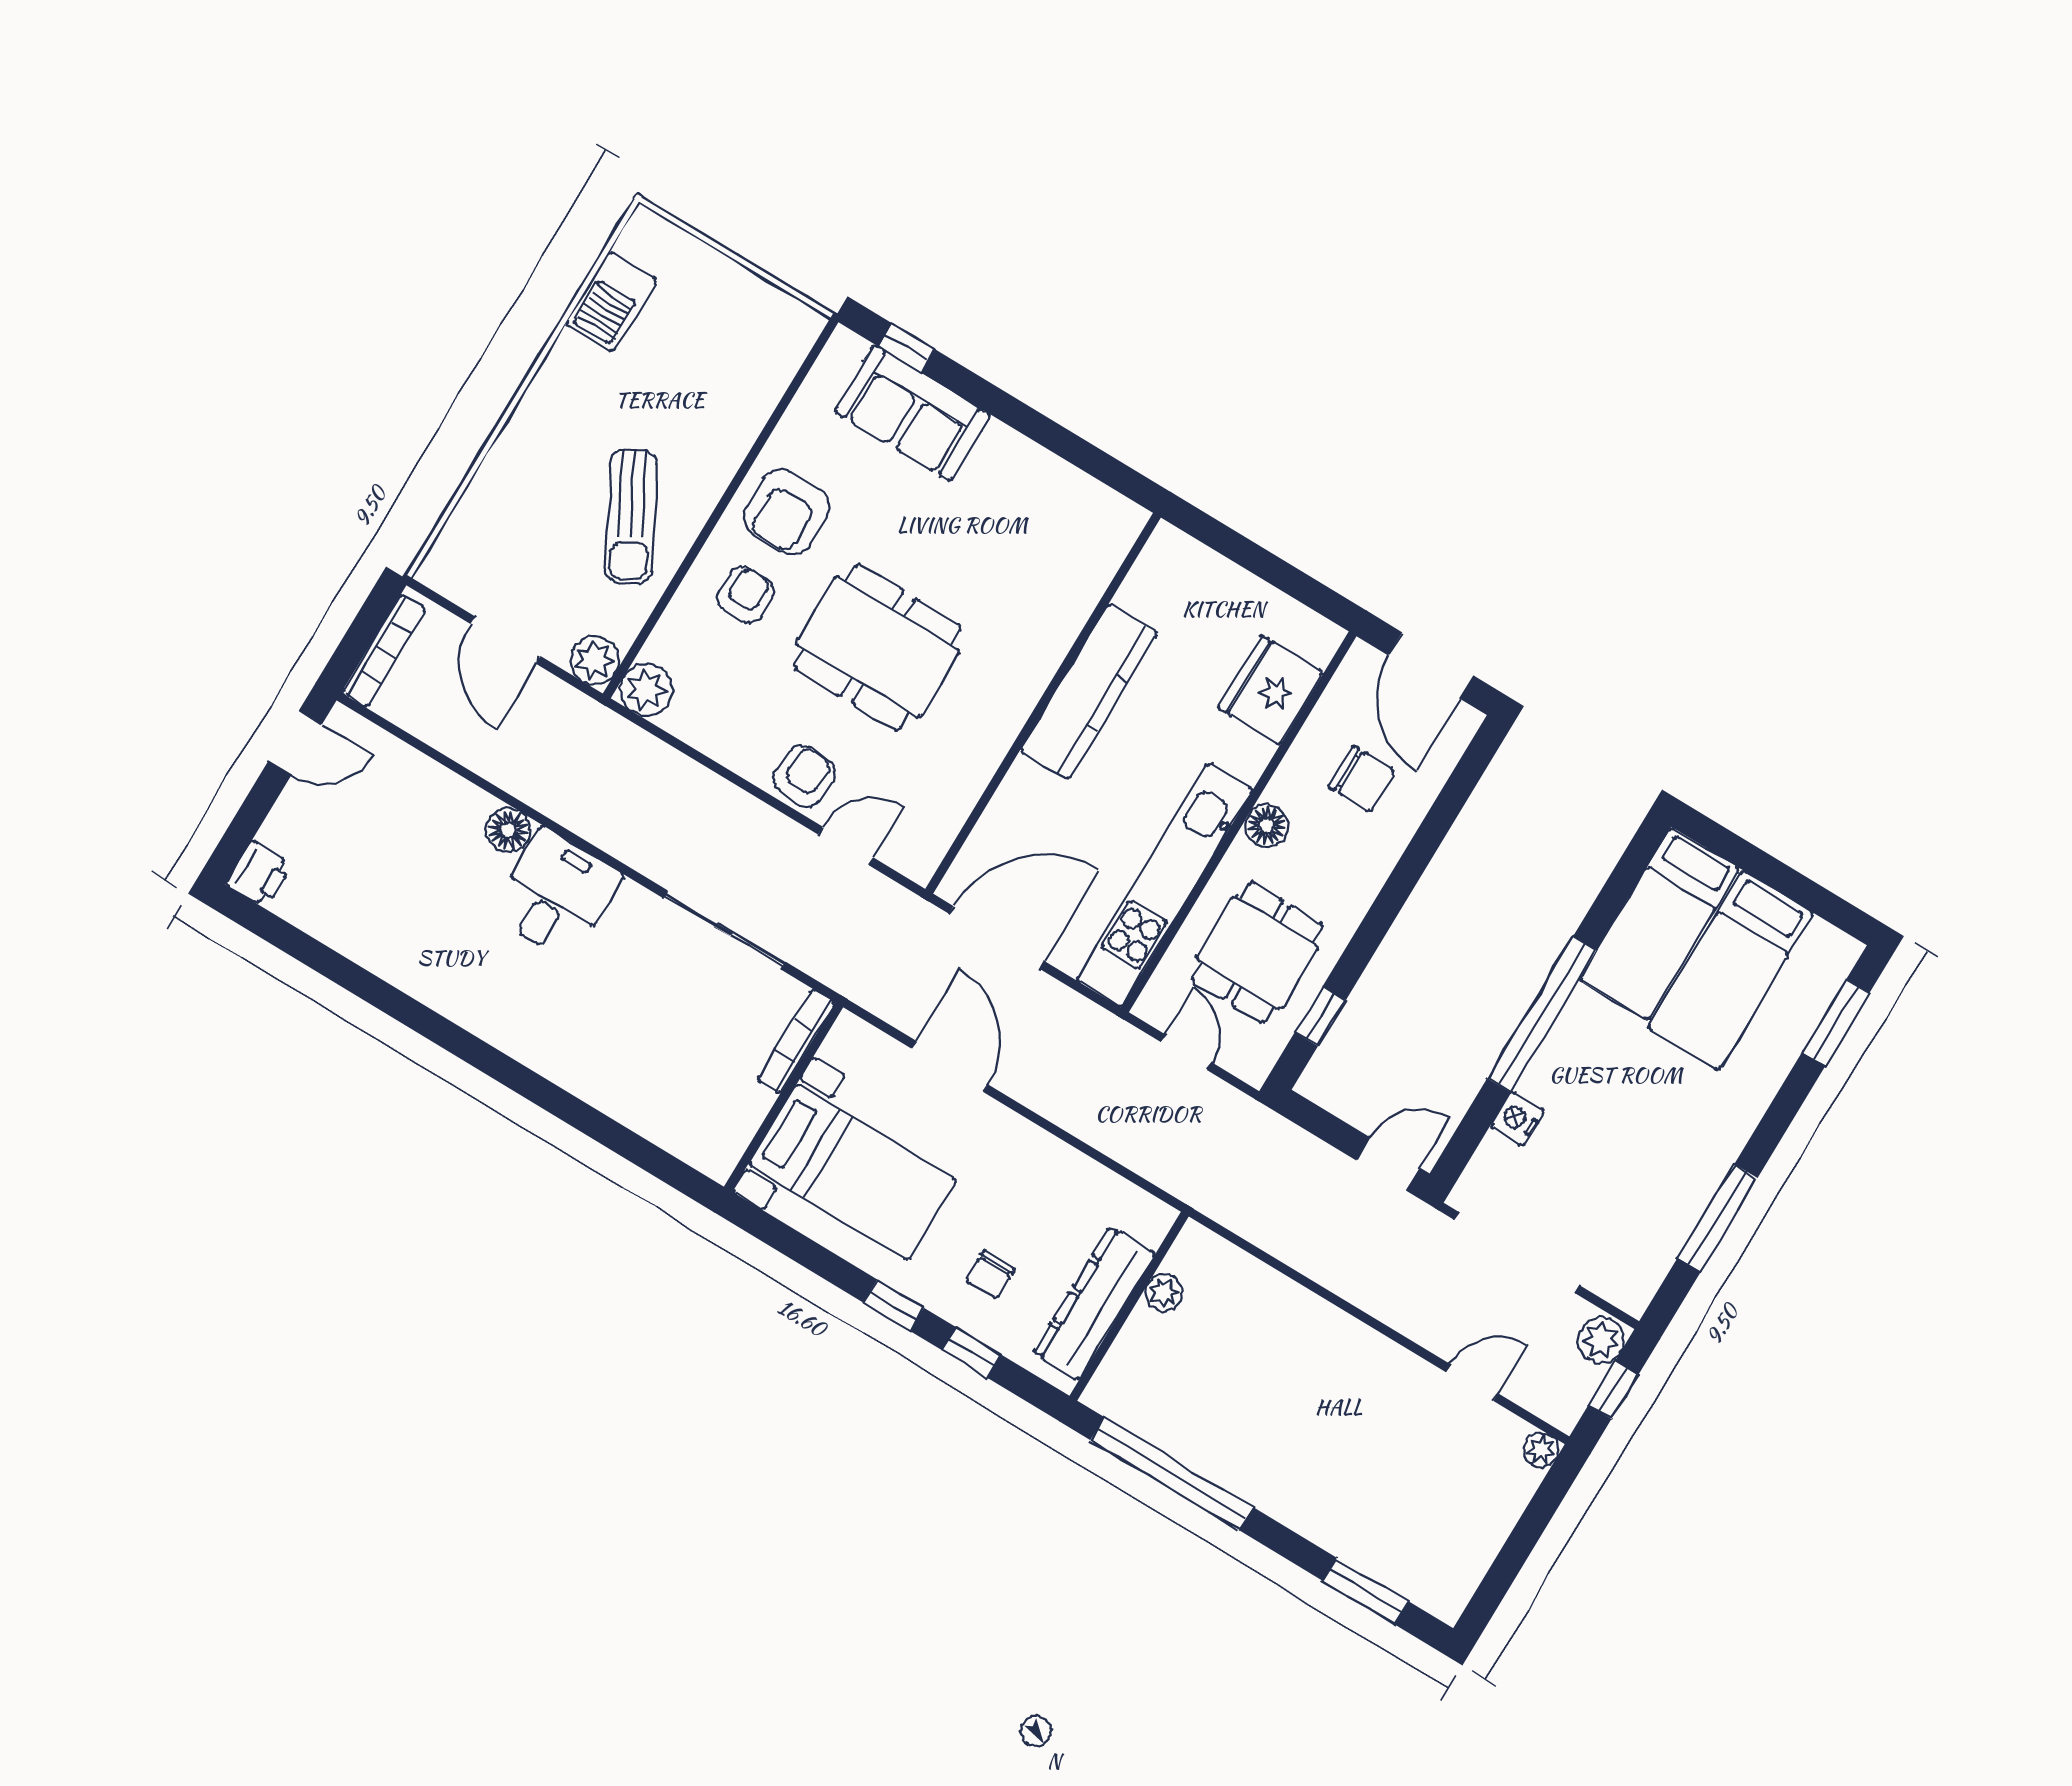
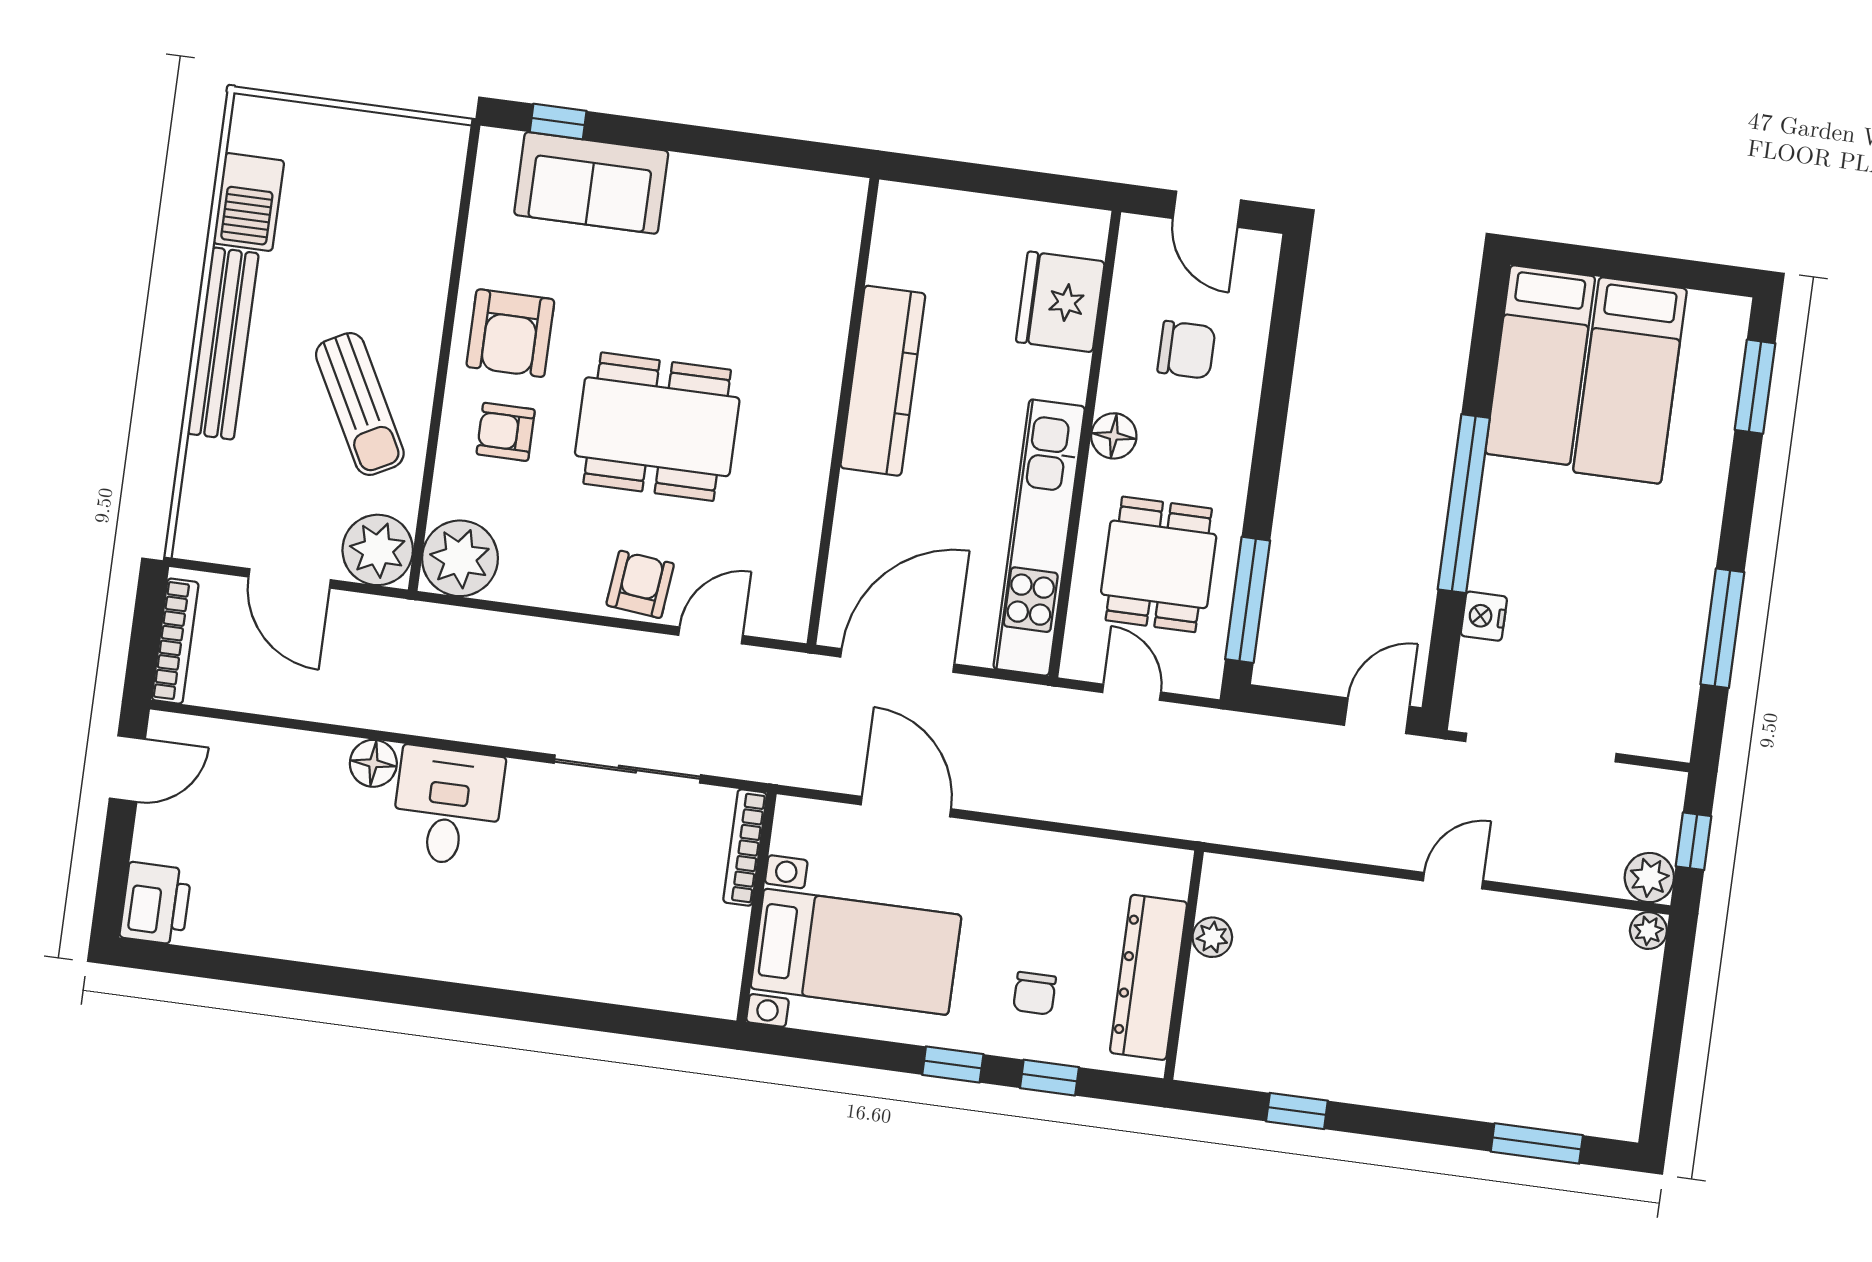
bench: (536, 413) -> (223, 344), added
armchair: (746, 595) -> (506, 432), turned -90
plant: (595, 661) -> (378, 550), width x1.36, depth x1.36
door: (1431, 666) -> (1207, 209), width x0.73
plant: (646, 690) -> (460, 558), width x1.36, depth x1.36
printer: (259, 874) -> (156, 904), width x1.36, depth x1.24
window: (1320, 1016) -> (1248, 600), width x2.17
plant: (1601, 1340) -> (1649, 878), moved
door: (1472, 1383) -> (1453, 881), moved
window: (1172, 1474) -> (1297, 1111), width x0.32

